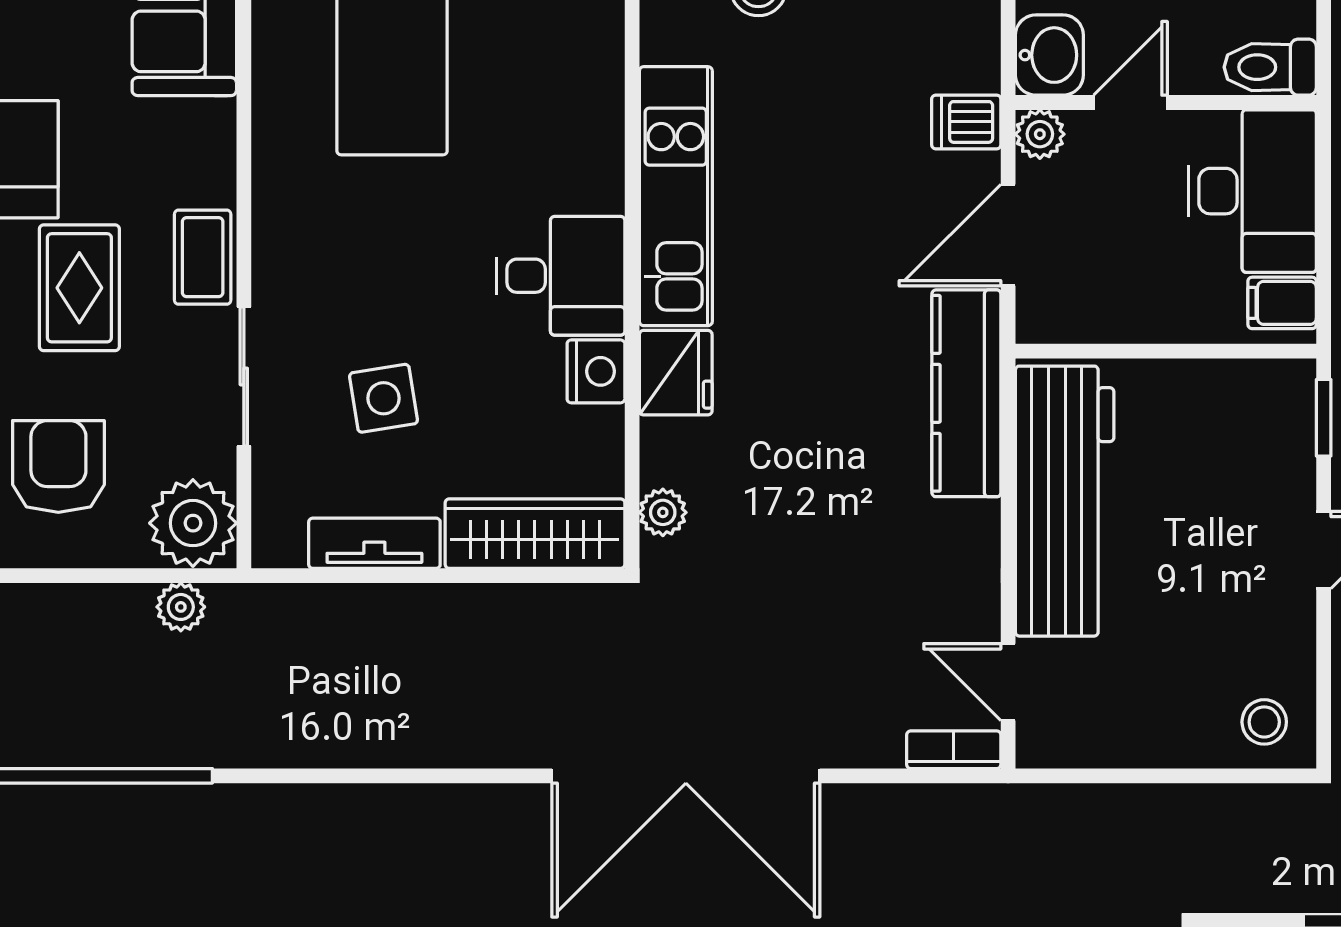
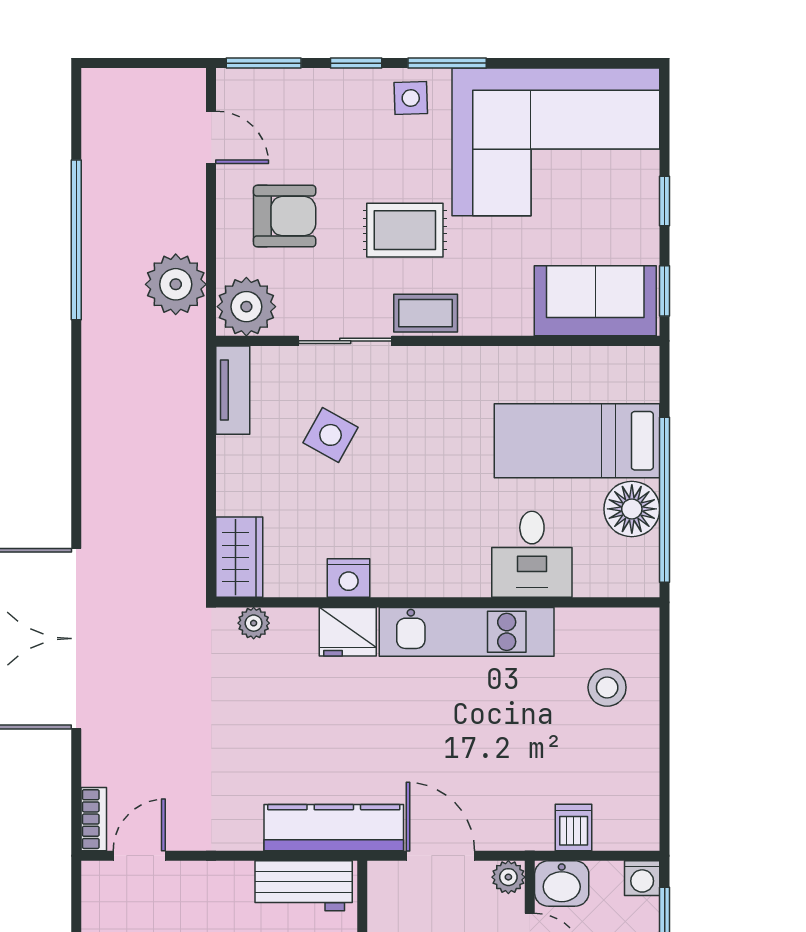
dishwasher: (966, 122) -> (574, 827), moved
desk: (561, 276) -> (532, 554), moved
side table: (383, 398) -> (330, 435), turned 38
workbench: (1065, 501) -> (304, 886), width x0.53, depth x0.76
wardrobe: (535, 534) -> (239, 557), width x0.67
tv unit: (374, 543) -> (233, 390), moved
plant: (181, 607) -> (176, 284), width x1.88, depth x1.88

